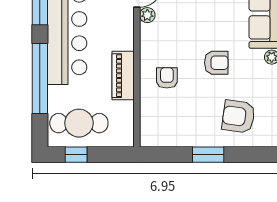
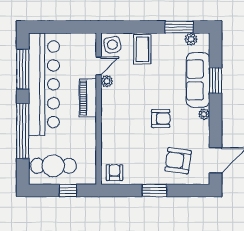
piano: (123, 76) -> (88, 98), moved
armchair: (167, 78) -> (114, 173), moved
window: (76, 155) -> (68, 190), moved

